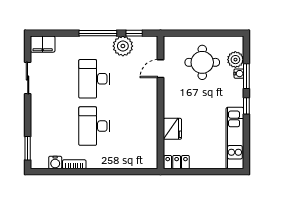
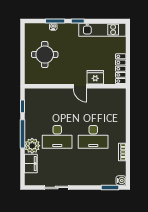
filing cabinet: (43, 44) -> (31, 164), moved
plant: (123, 46) -> (32, 146), moved
plant: (235, 60) -> (43, 29), removed
door: (161, 69) -> (80, 86), moved
locker: (177, 162) -> (121, 69), width x1.53
water cooler: (55, 163) -> (121, 180), moved

